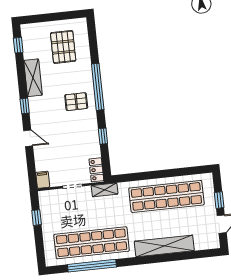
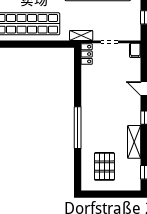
pallet: (76, 102) -> (98, 117), removed
window: (103, 136) -> (78, 83), removed

